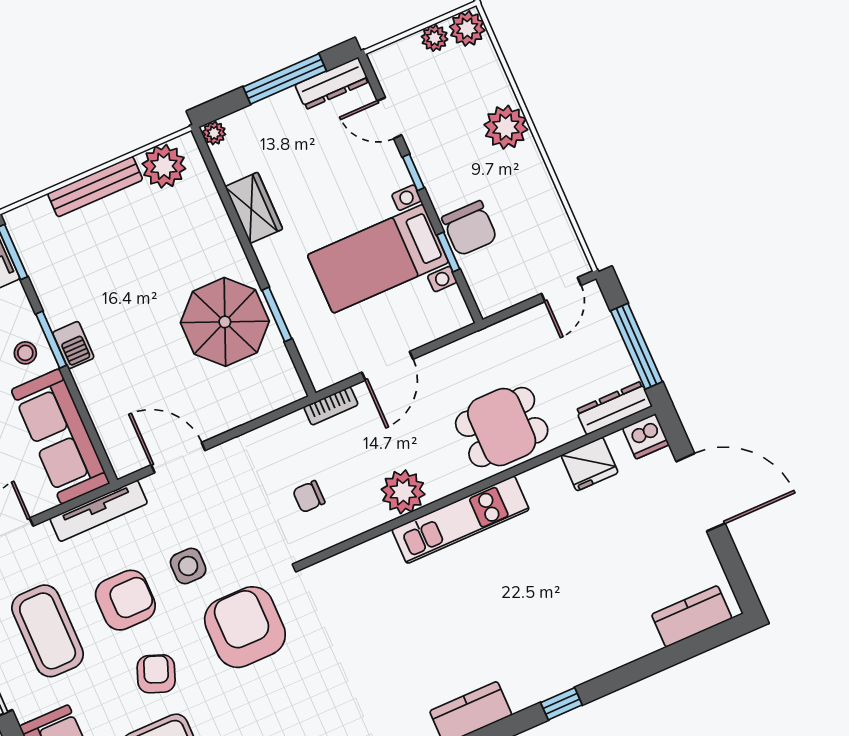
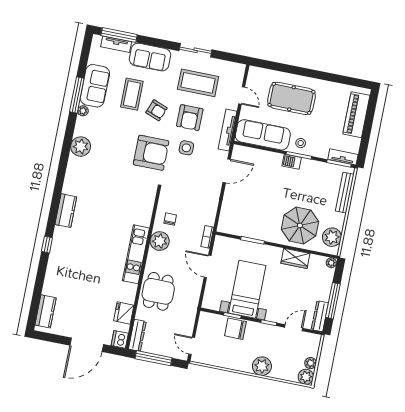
bench: (95, 187) -> (345, 193), moved
parasol: (225, 322) -> (300, 225), moved
chair: (309, 497) -> (170, 219), moved

